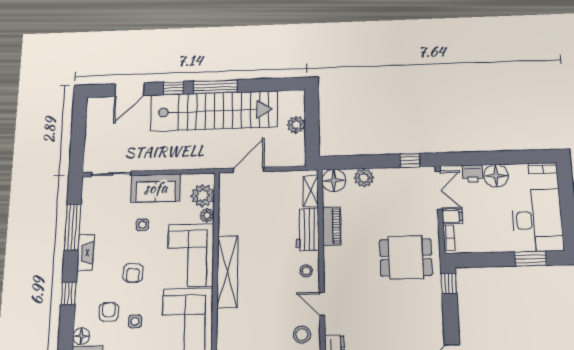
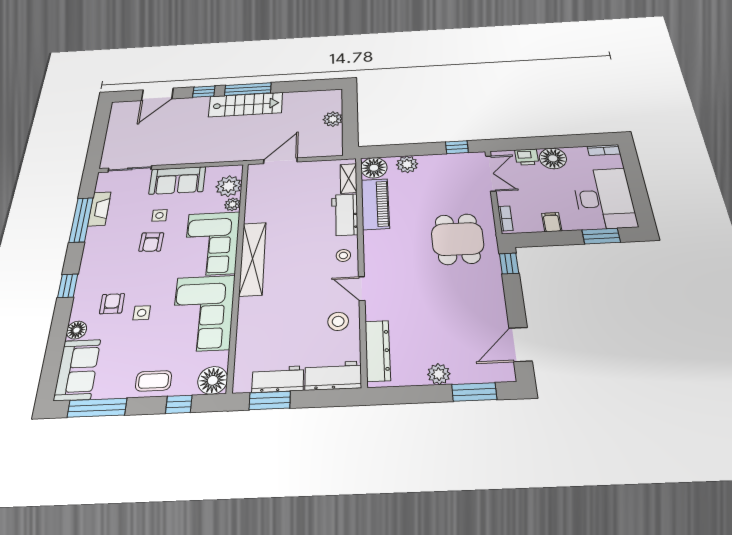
stairs: (214, 111) -> (246, 105), width x0.54, depth x0.66
filing cabinet: (452, 217) -> (552, 222), moved, turned -90
piano: (332, 226) -> (375, 204), width x1.37, depth x1.33
fireplace: (86, 253) -> (99, 209), moved
dining table: (406, 258) -> (458, 239), turned 90
armchair: (133, 273) -> (151, 242), moved

